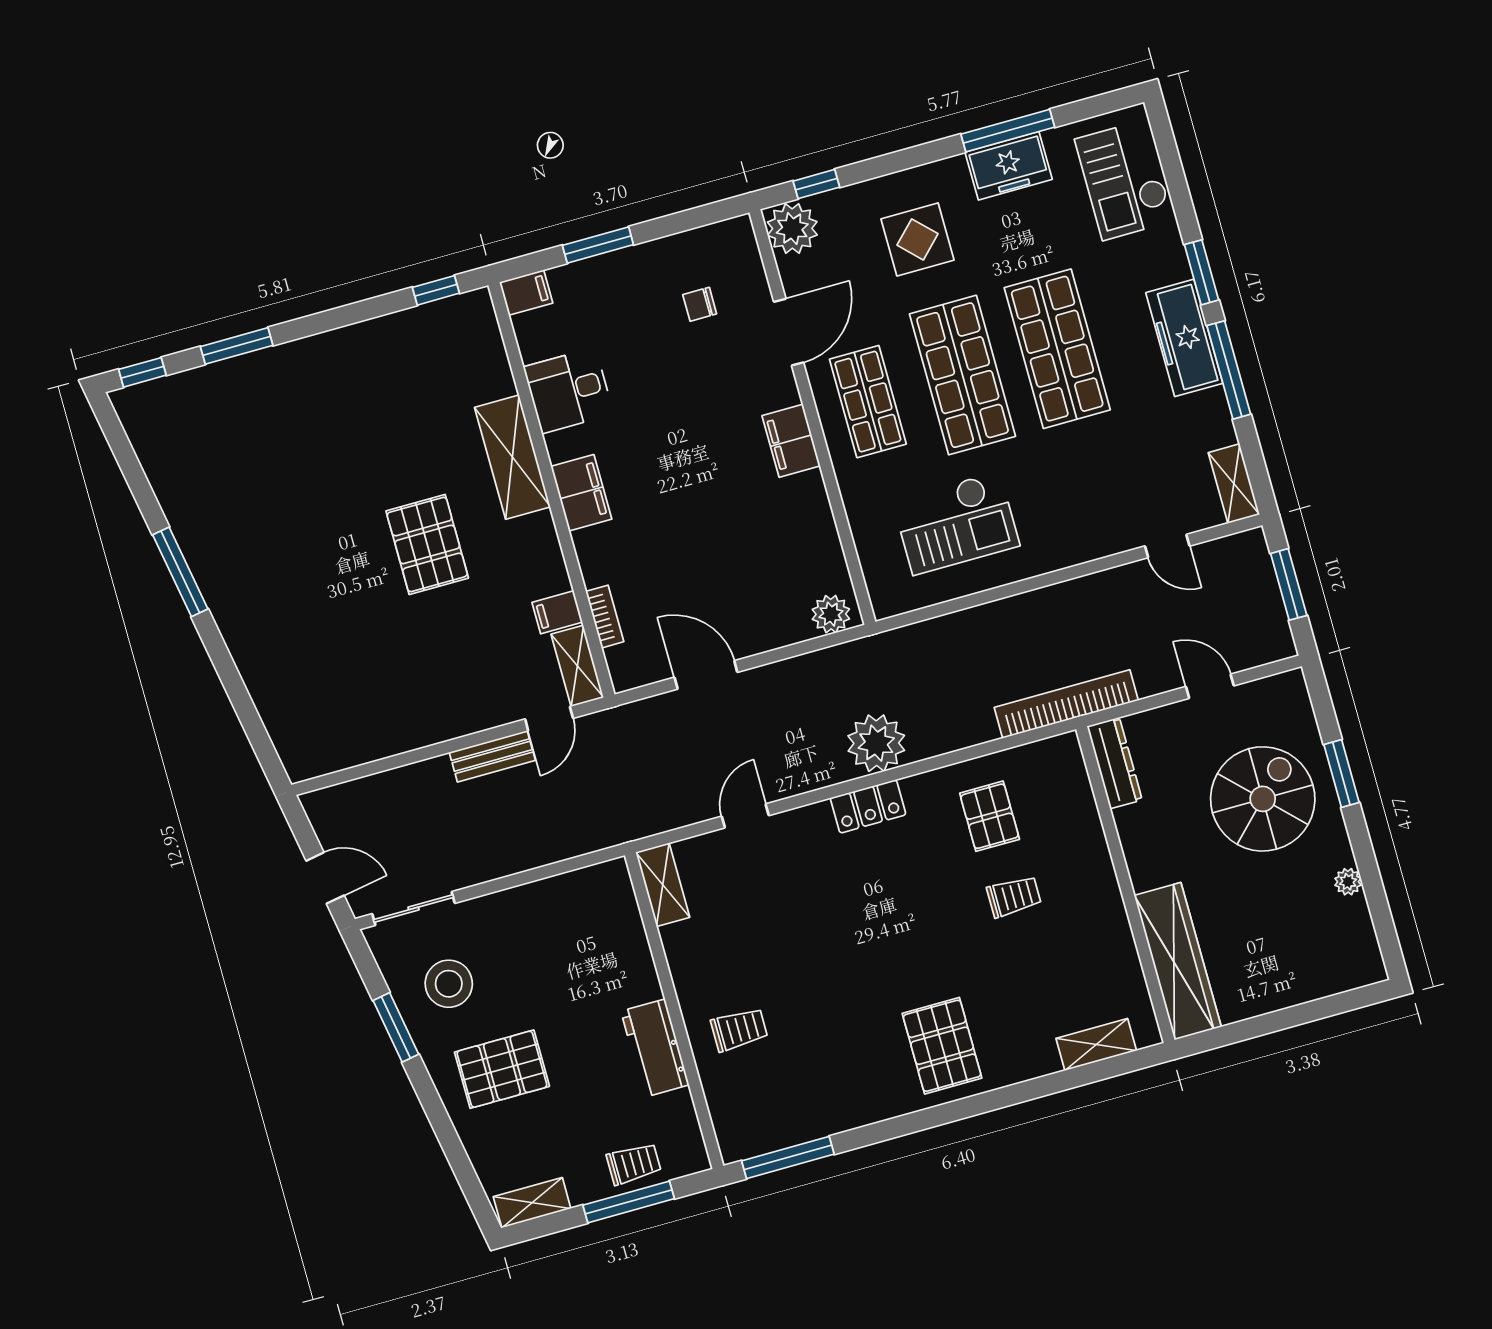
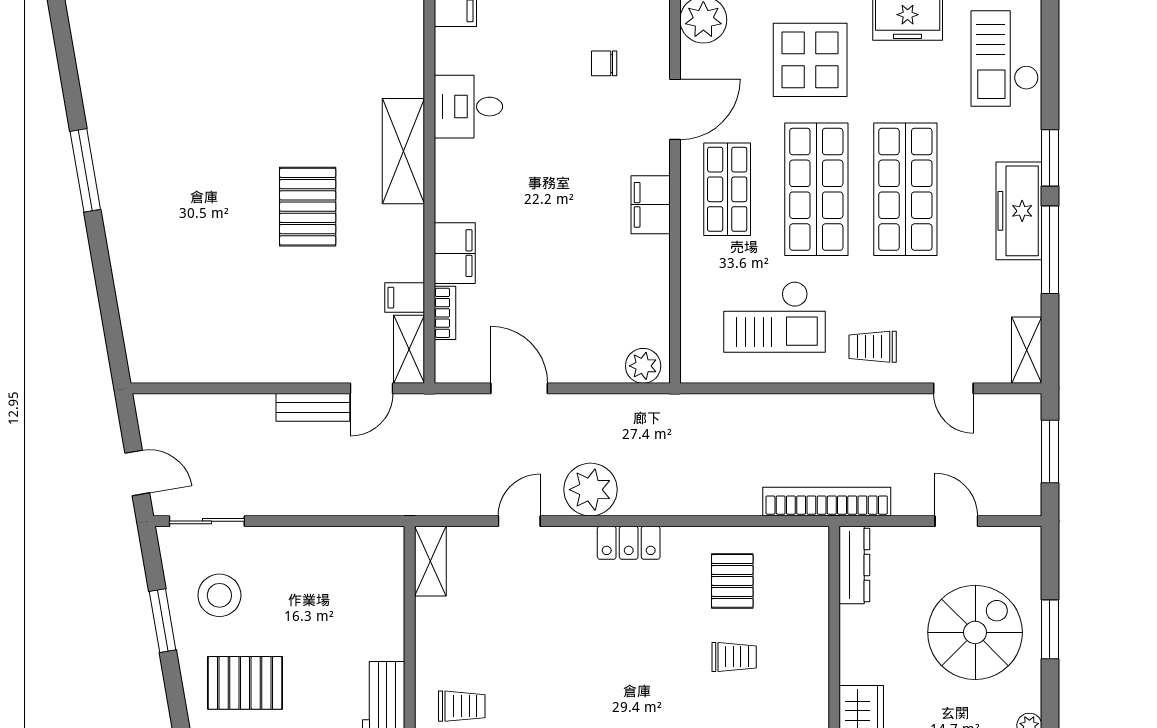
display table: (918, 239) -> (810, 60), width x1.36, depth x1.36
filing cabinet: (581, 493) -> (455, 253), moved
trolley: (1069, 526) -> (873, 347), added
plant: (876, 743) -> (590, 490), moved

